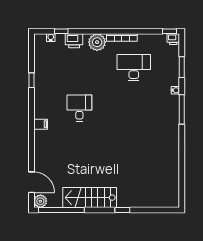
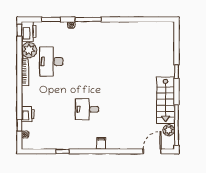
printer: (173, 39) -> (29, 32), width x1.87, depth x1.48
plant: (97, 42) -> (29, 50), moved
plant: (40, 201) -> (169, 130), moved

